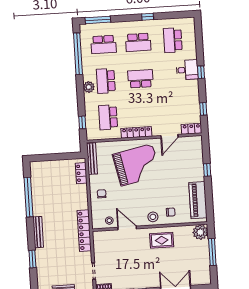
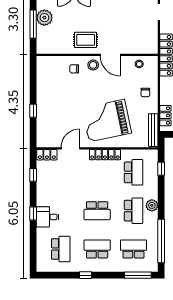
piano: (198, 200) -> (45, 80), removed
door: (127, 228) -> (110, 55), moved
plant: (200, 232) -> (44, 18), moved

